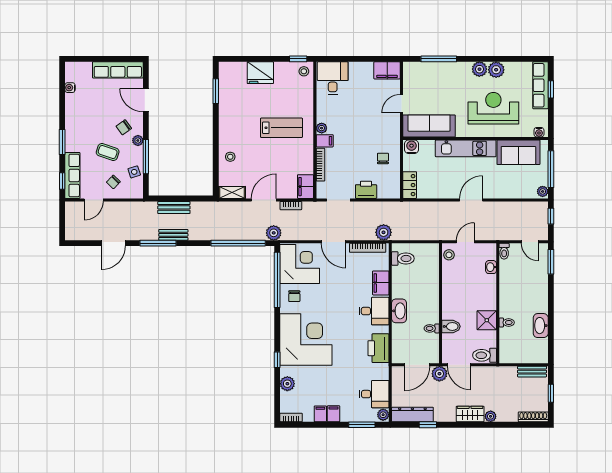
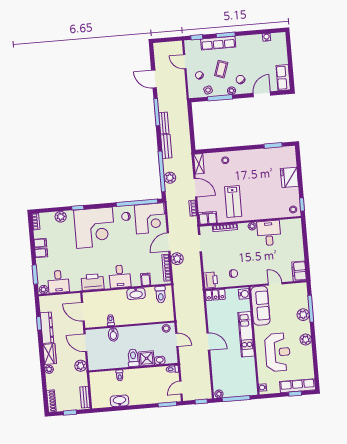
row of seats: (118, 70) -> (283, 78), width x0.68
plant: (496, 70) -> (303, 315), moved
desk: (333, 78) -> (269, 233), moved, turned -90
lab bench: (281, 128) -> (233, 202), moved
filing cabinet: (325, 141) -> (243, 229), removed
sofa: (518, 152) -> (247, 374), removed
row of seats: (72, 175) -> (218, 43), moved
printer: (366, 190) -> (211, 280), moved
bench: (174, 207) -> (166, 146), moved
plant: (384, 232) -> (177, 259), moved
plant: (274, 233) -> (170, 178), moved
filing cabinet: (381, 283) -> (146, 279), width x0.50
washbasin: (399, 311) -> (136, 294), moved
shower: (487, 320) -> (147, 358), moved
toilet: (485, 355) -> (133, 358), moved
door: (459, 365) -> (85, 343), hinge flipped
plant: (439, 374) -> (81, 366), moved
dresser: (412, 415) -> (47, 328), moved

